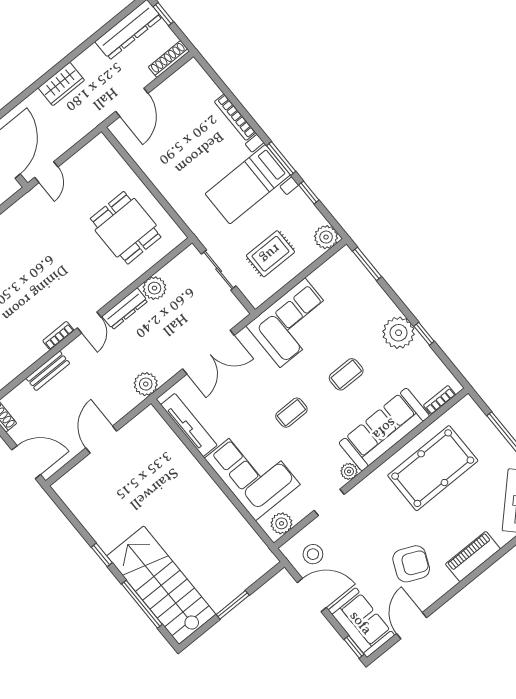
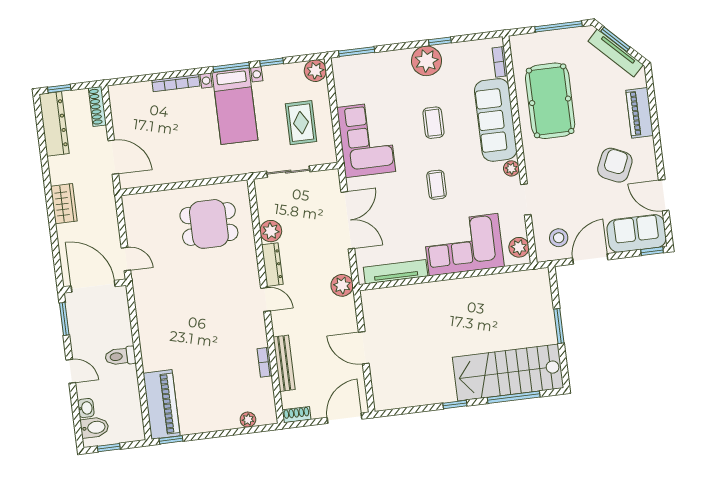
bookcase: (58, 336) -> (265, 362), moved
bench: (48, 371) -> (284, 363), width x1.36

